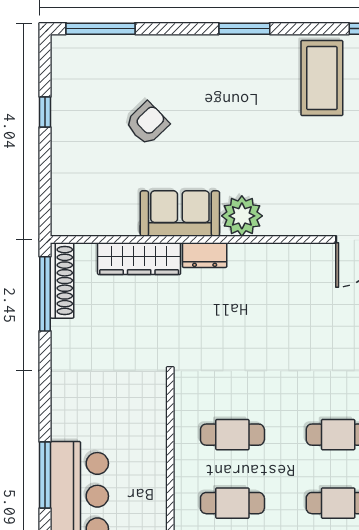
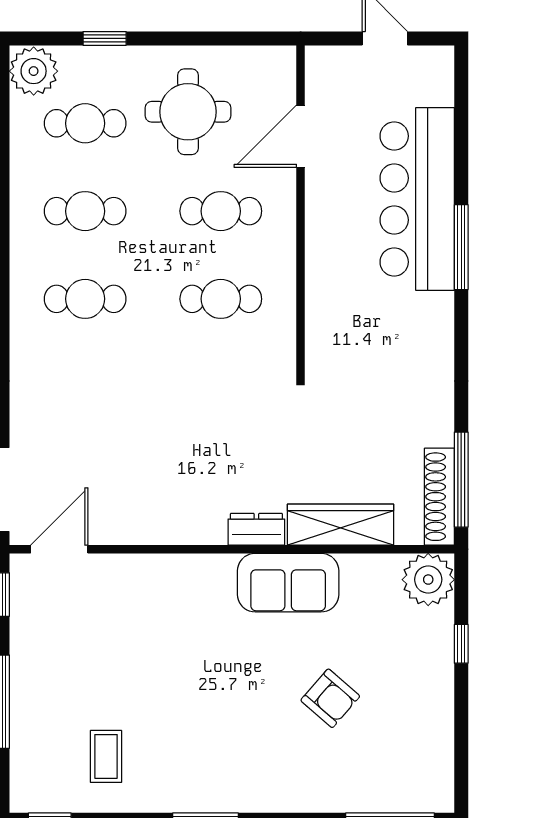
coffee table: (322, 78) -> (106, 756), width x0.54, depth x0.58
window: (45, 112) -> (461, 644), moved
armchair: (147, 123) -> (330, 698), turned -95
plant: (242, 216) -> (428, 580), moved

